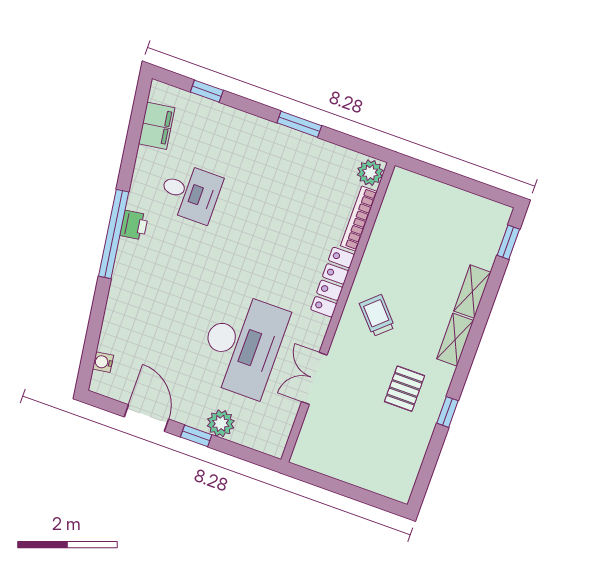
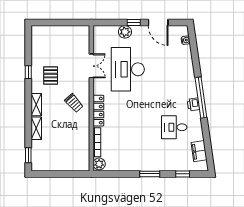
window: (299, 124) -> (150, 174), moved

